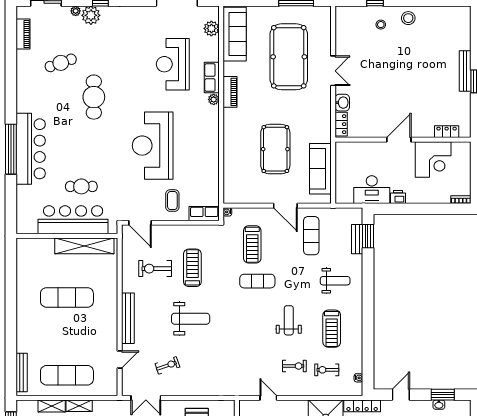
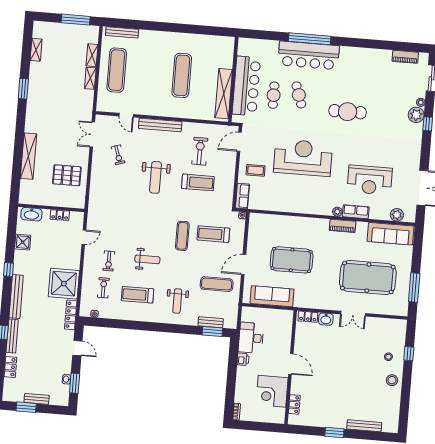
cafe table: (61, 63) -> (299, 95), moved
reception desk: (173, 64) -> (370, 180), turned 180
bench: (465, 71) -> (364, 426), moved

